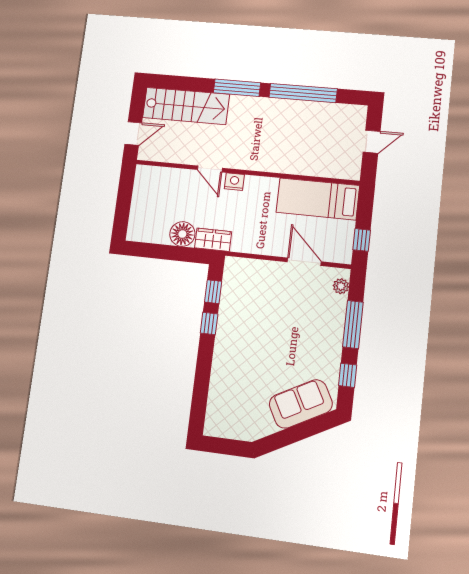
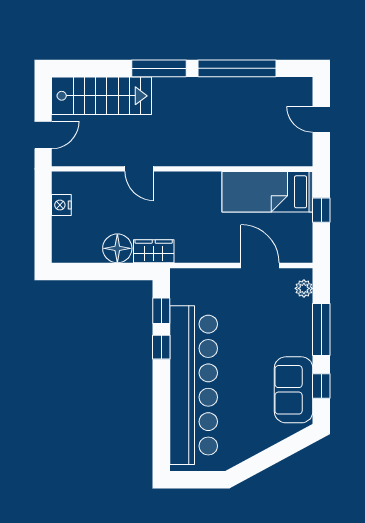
door: (372, 142) -> (321, 119), swing flipped
nightstand: (234, 182) -> (61, 205), moved, turned -90
window: (362, 240) -> (321, 210), moved
bar counter: (233, 360) -> (194, 385), added
sofa: (301, 404) -> (294, 390), moved, turned -62

